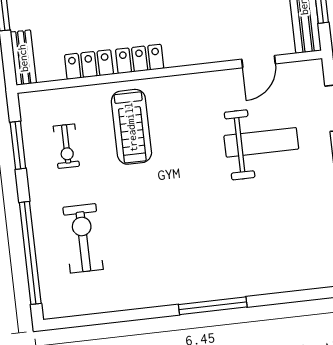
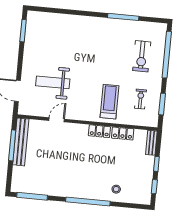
door: (259, 62) -> (57, 120), moved
window: (213, 306) -> (123, 17), moved

